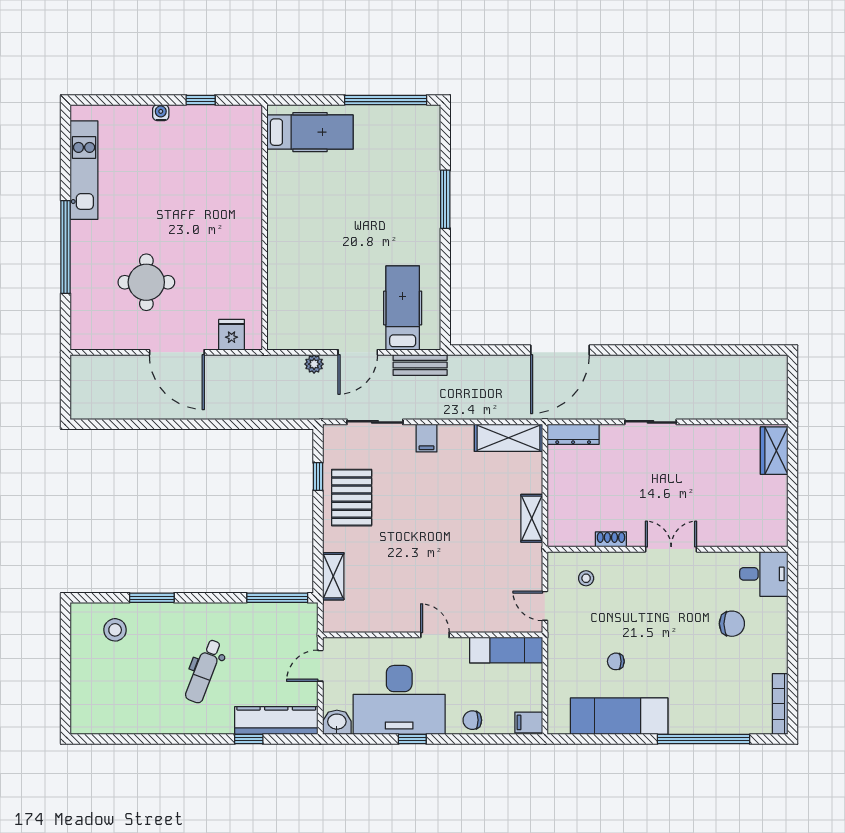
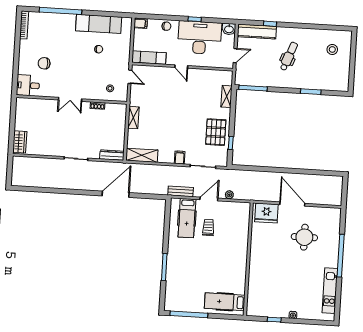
trolley: (355, 291) -> (208, 227), added
fridge: (232, 335) -> (266, 213), width x1.88, depth x1.34
stool: (115, 630) -> (332, 49), moved

